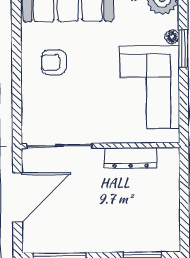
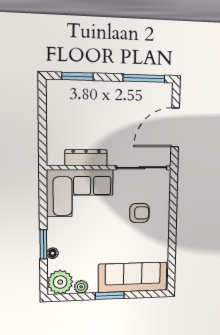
armchair: (54, 62) -> (139, 213), moved
corner sofa: (150, 87) -> (80, 193), moved, turned 90

